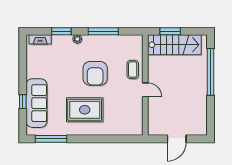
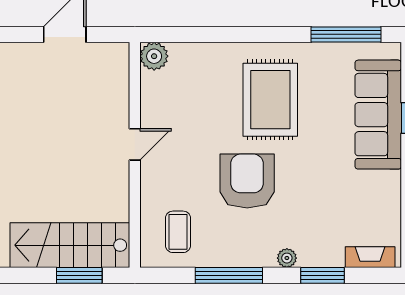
coffee table: (133, 70) -> (178, 232), moved
door: (145, 90) -> (135, 144), swing flipped
rug: (85, 110) -> (270, 100), turned 90
plant: (137, 129) -> (154, 56), added

